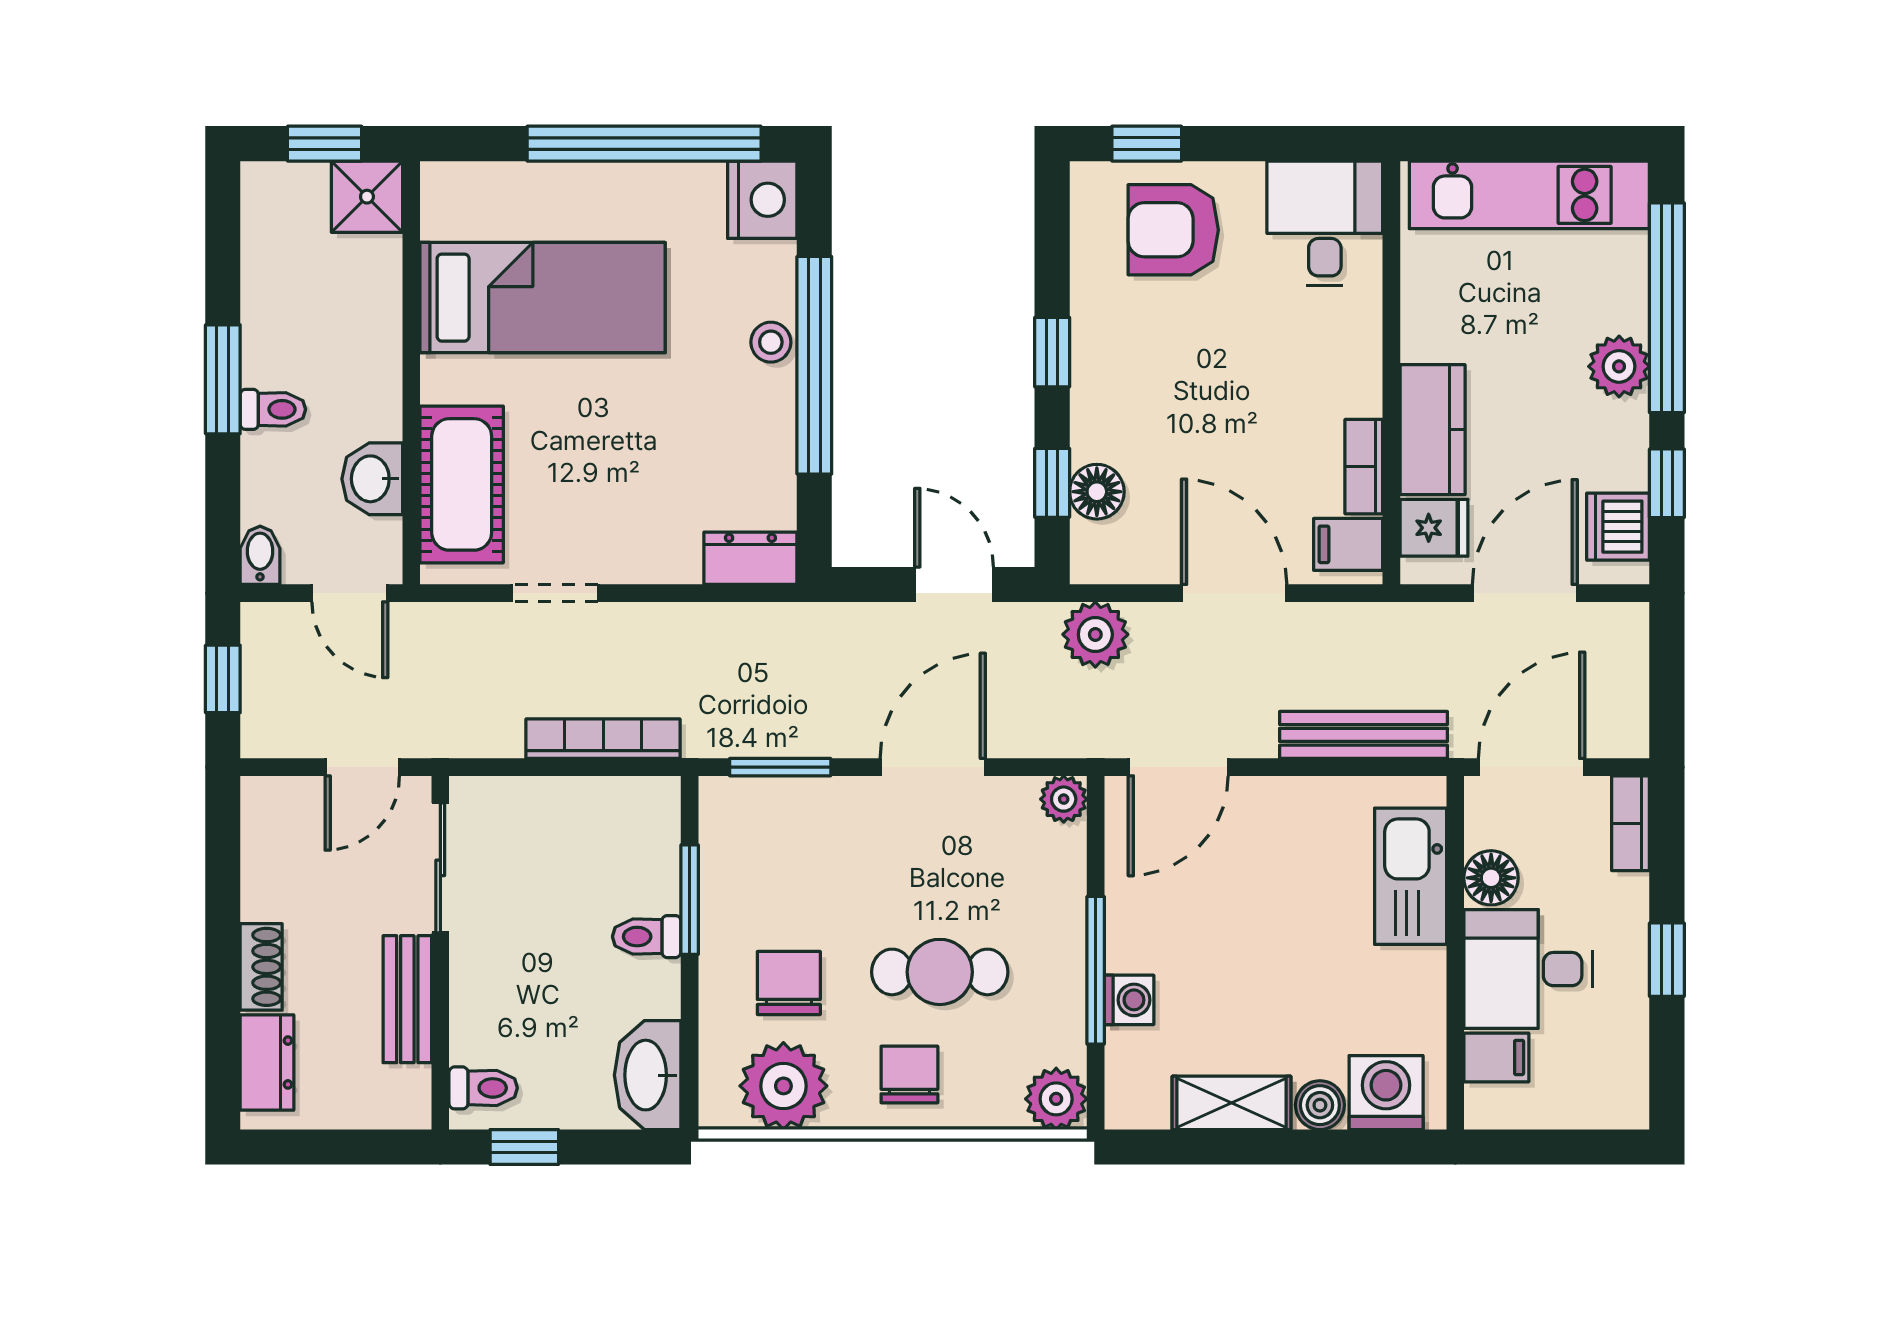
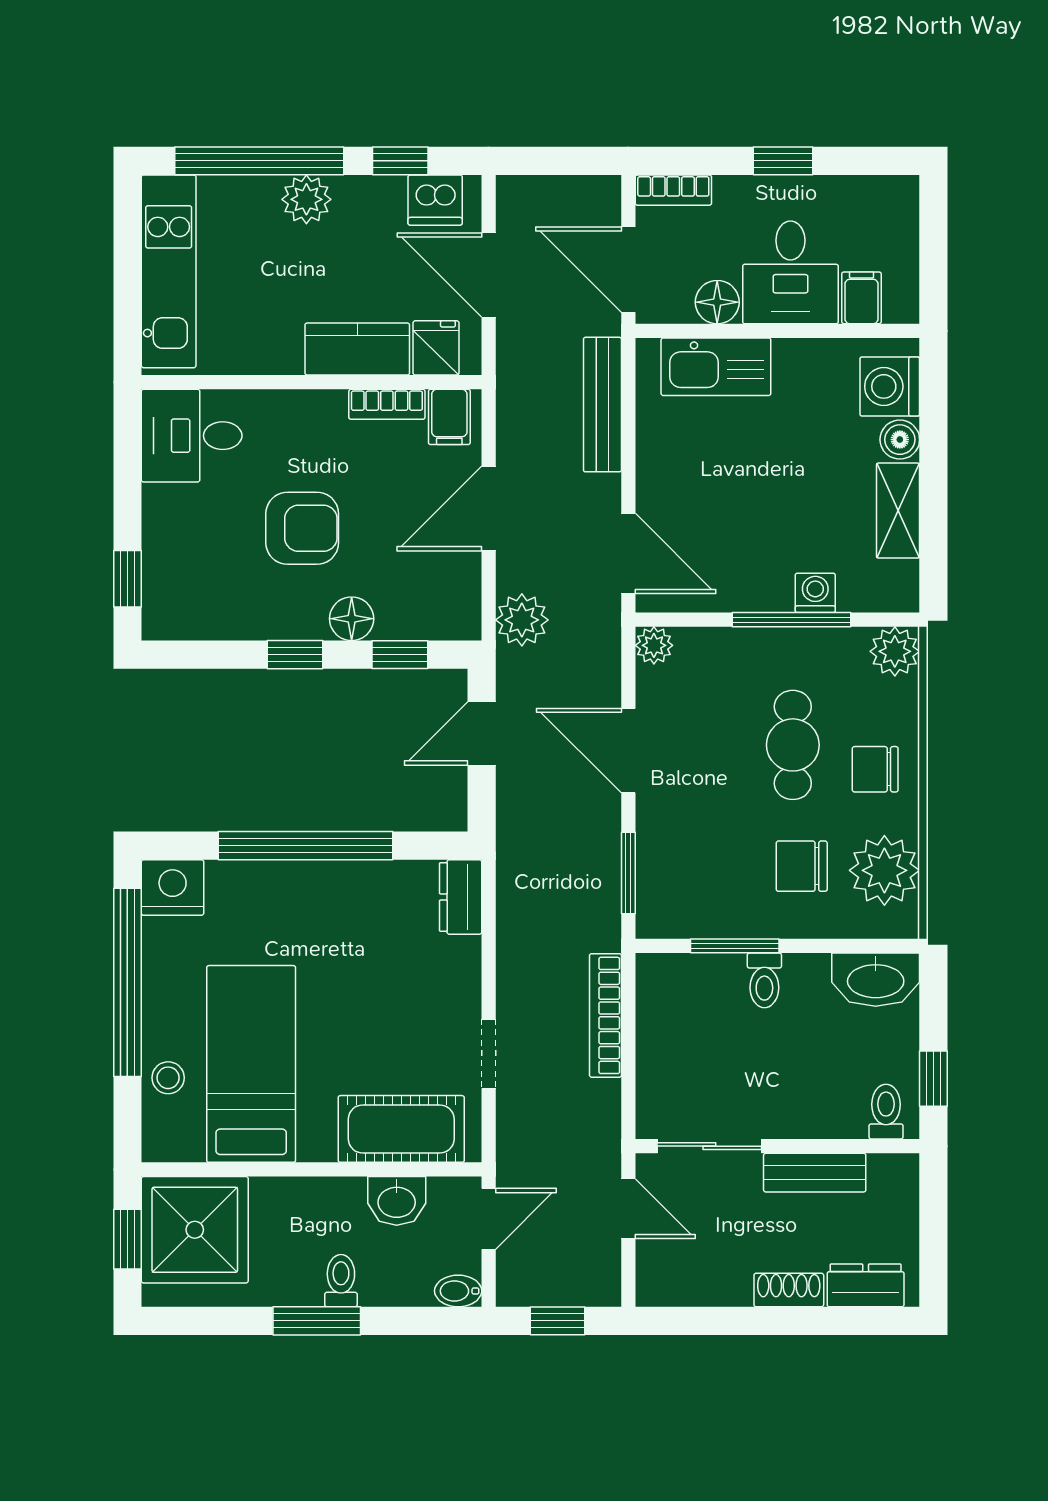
shower: (367, 197) -> (195, 1230), width x1.86, depth x1.86
armchair: (1173, 230) -> (302, 528), moved, turned -90
stool: (771, 342) -> (168, 1078), moved
floor lamp: (1097, 492) -> (352, 619), moved

